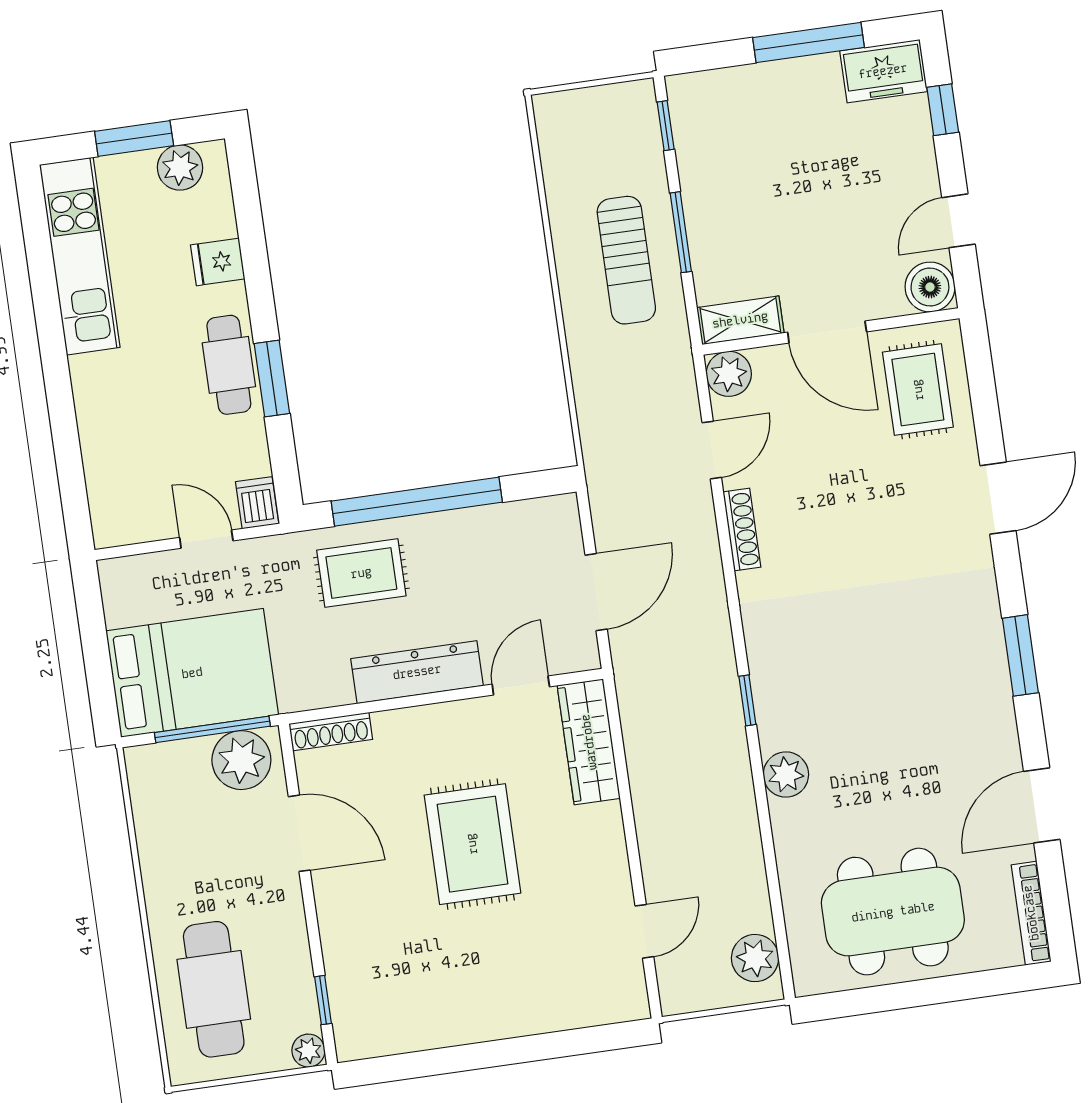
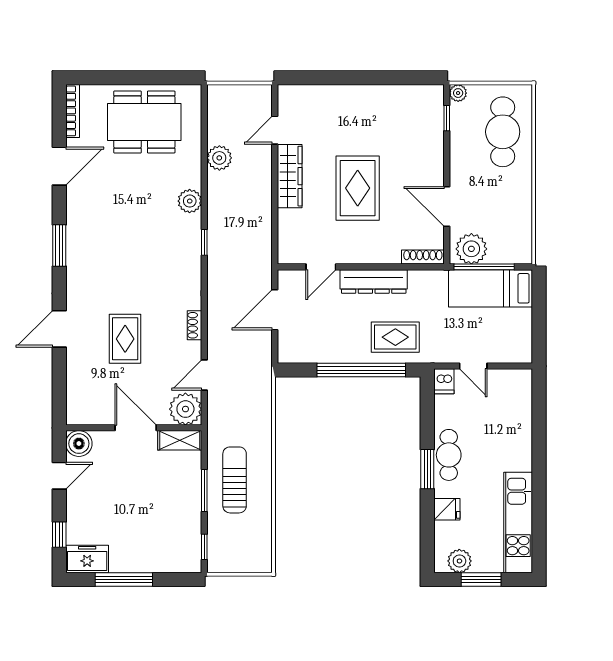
plant: (729, 374) -> (185, 409), width x1.36, depth x1.36
window: (272, 379) -> (427, 469), moved
rug: (918, 390) -> (125, 339), moved
shoe rack: (742, 530) -> (194, 325), width x0.70
bed: (192, 673) -> (491, 288), width x0.67
wardrobe: (589, 742) -> (290, 176), moved
plant: (755, 958) -> (219, 158), moved

